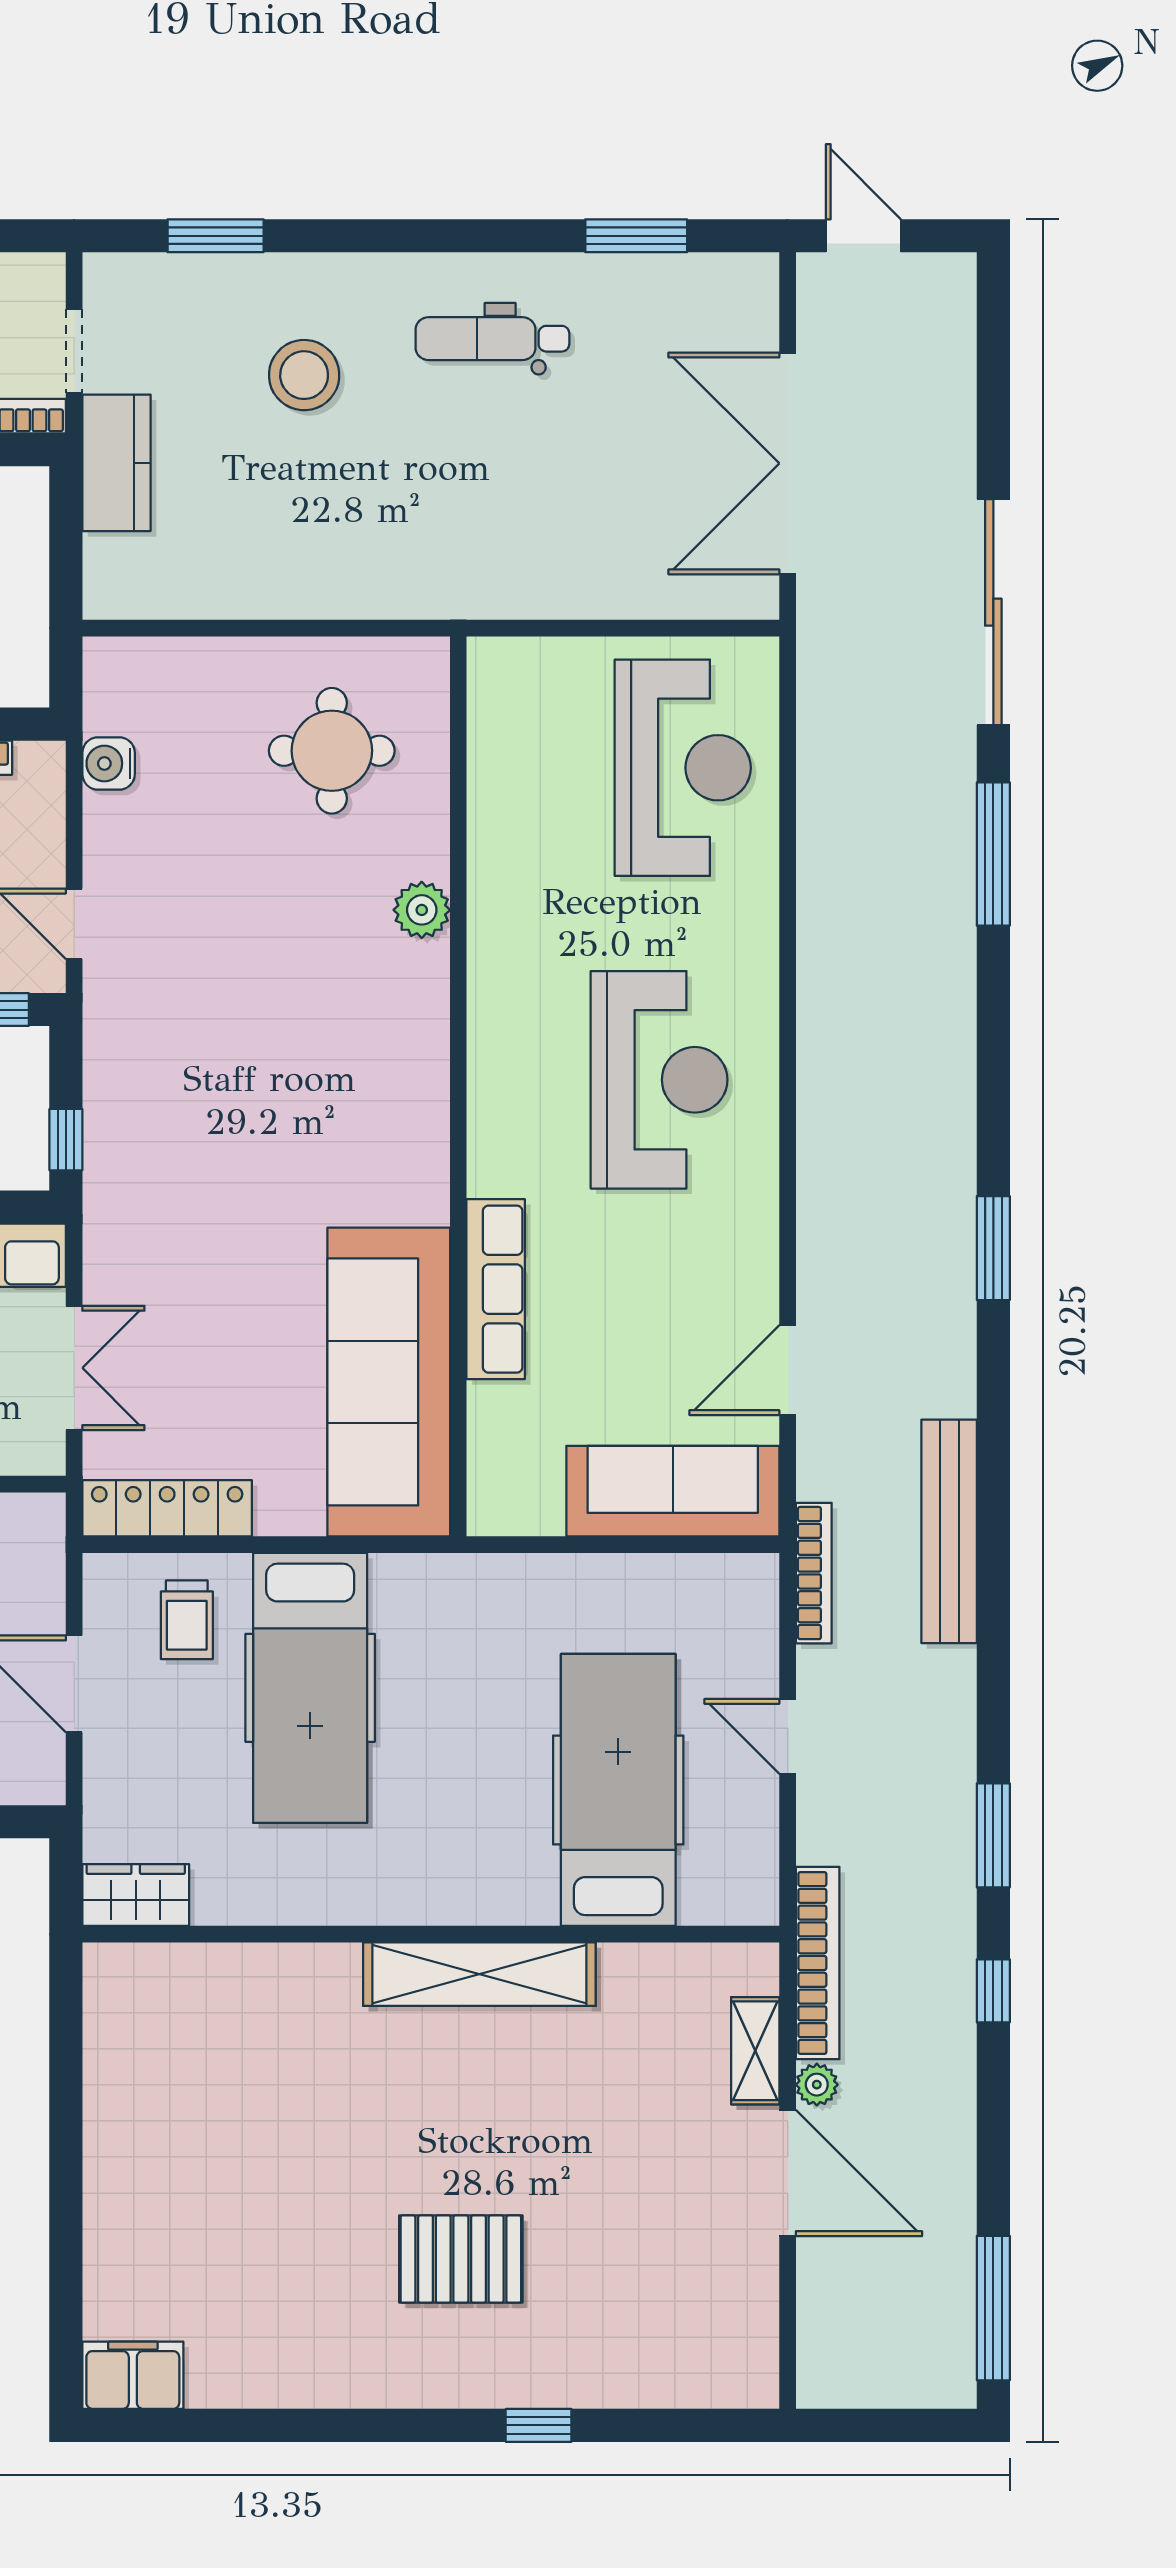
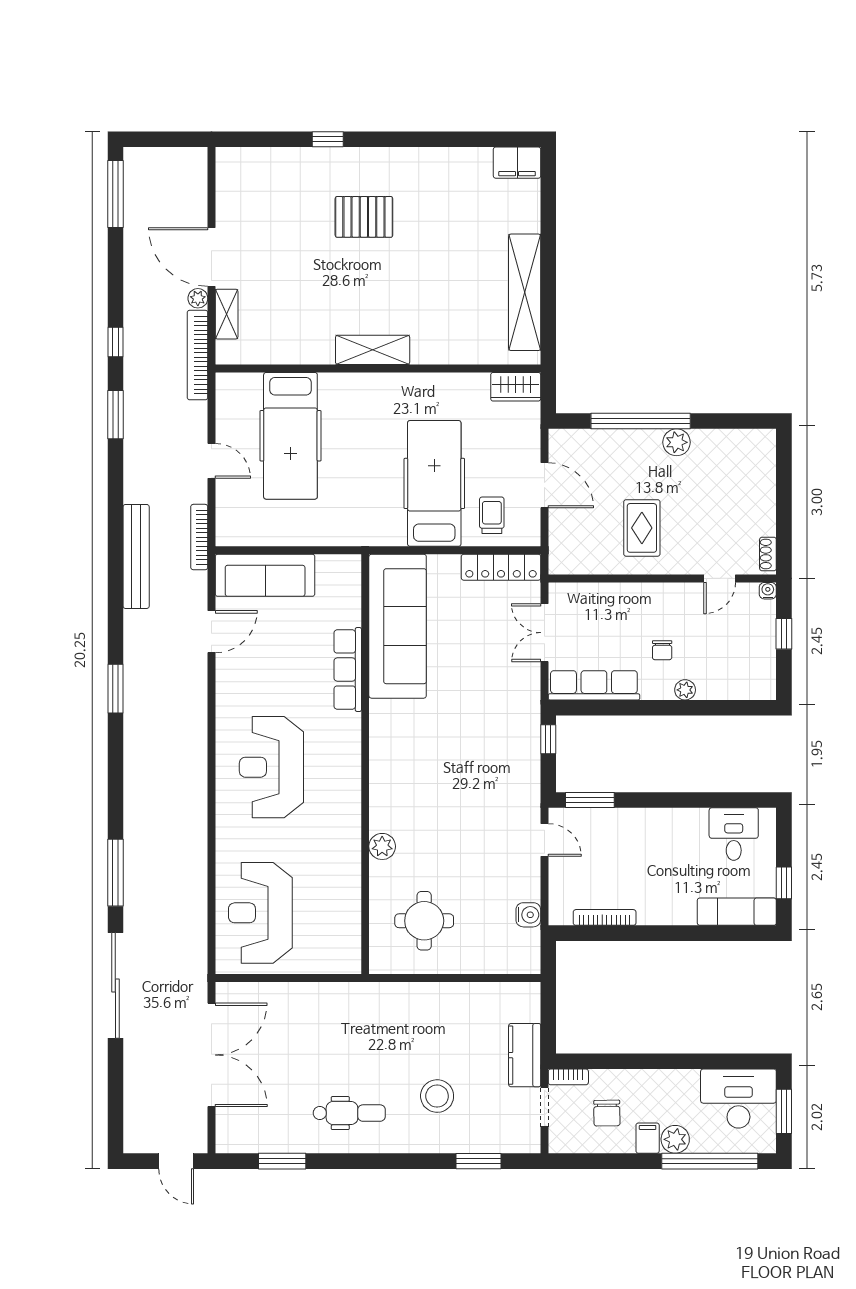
shelving: (479, 1974) -> (373, 350), width x0.68
shelving: (116, 2097) -> (525, 292), added

